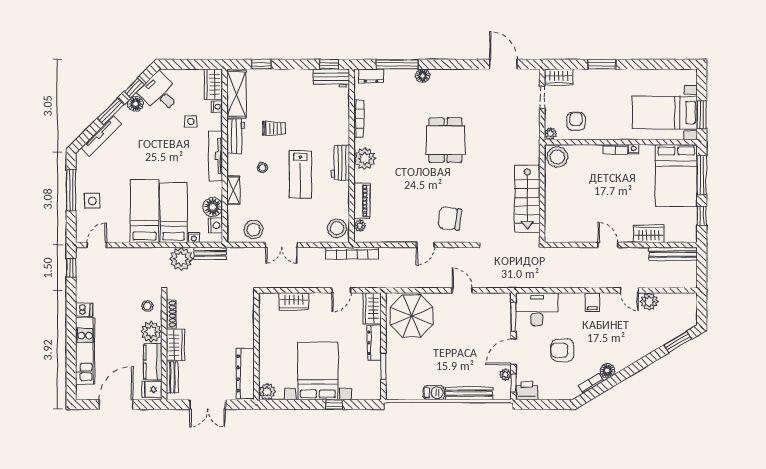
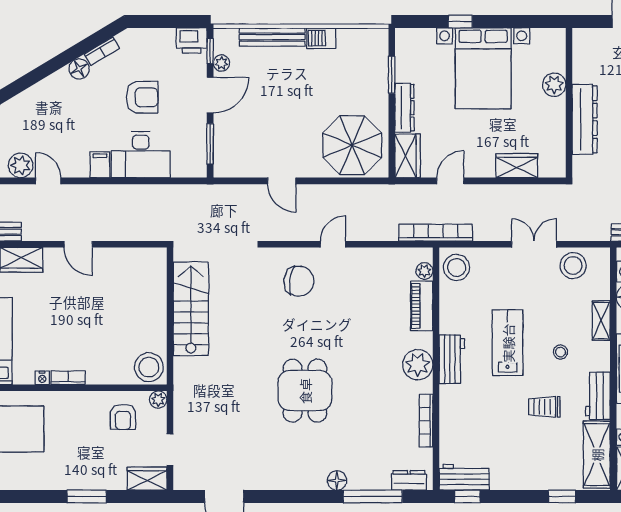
desk: (537, 309) -> (141, 155), moved
dresser: (245, 373) -> (585, 119), moved
plant: (267, 392) -> (554, 85), moved

